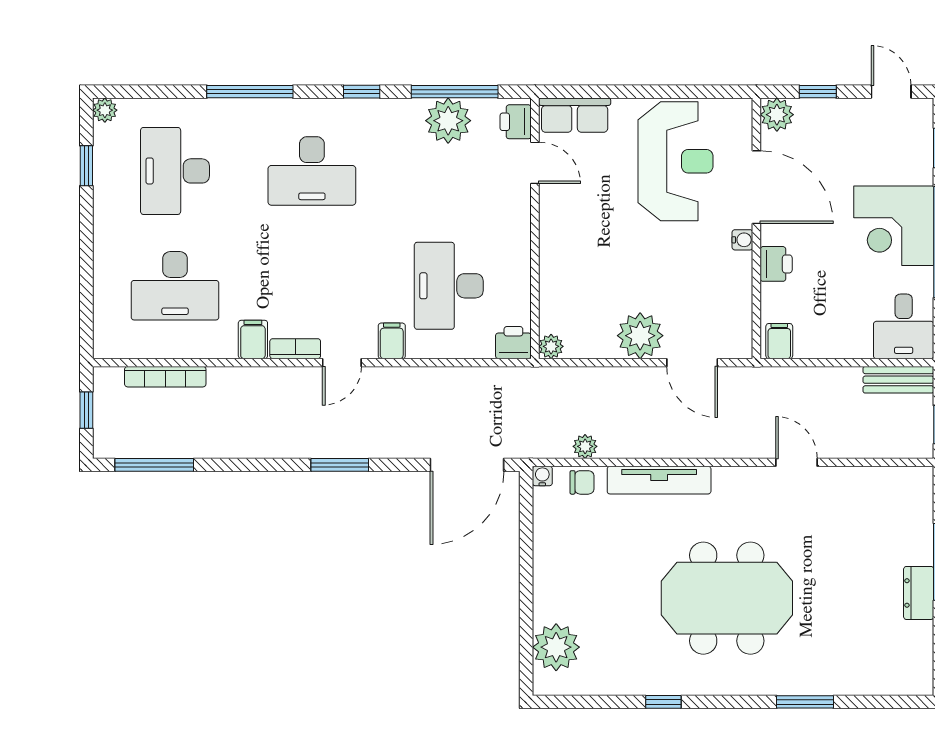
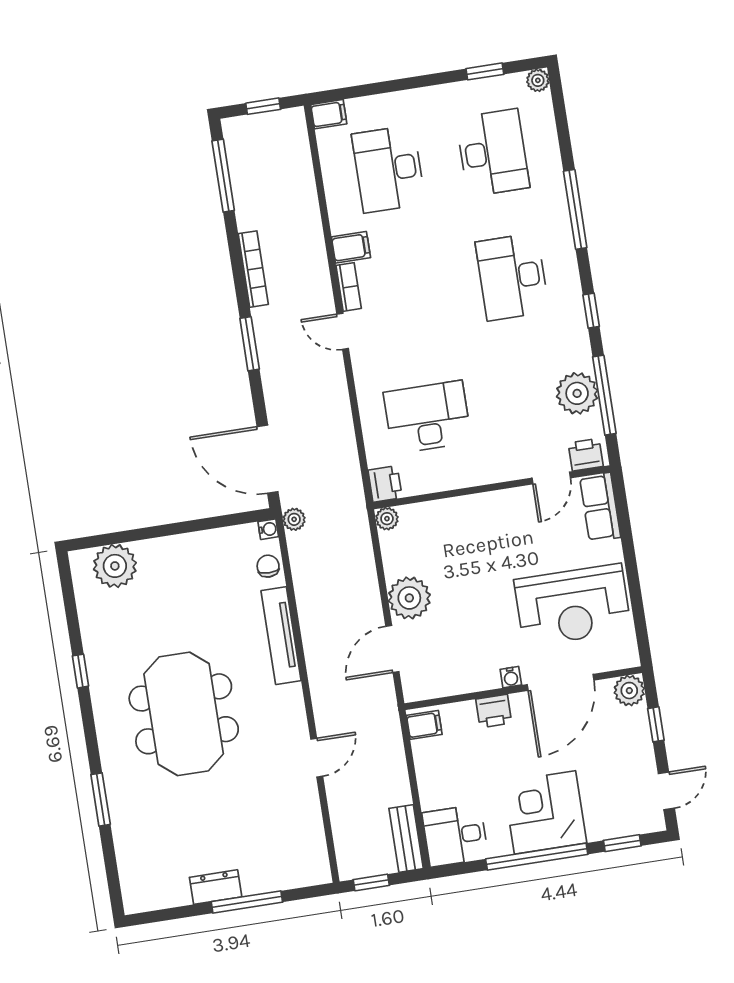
desk: (175, 171) -> (493, 153), turned 90
filing cabinet: (392, 341) -> (329, 114), moved
bookcase: (165, 377) -> (253, 269), moved, turned 180
plant: (585, 446) -> (294, 519), moved
chair: (582, 482) -> (268, 566), turned 180

